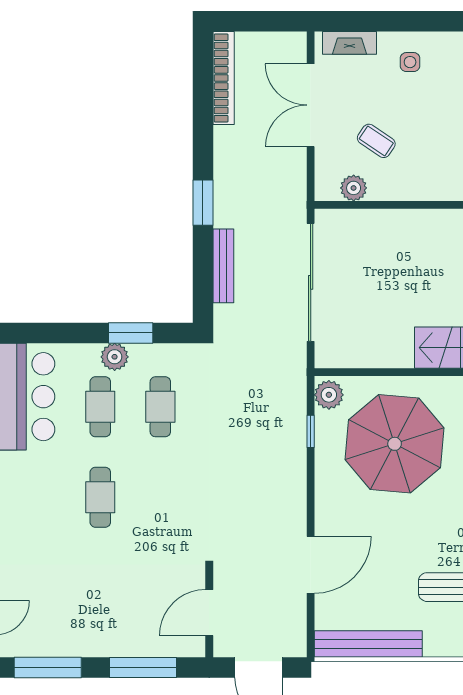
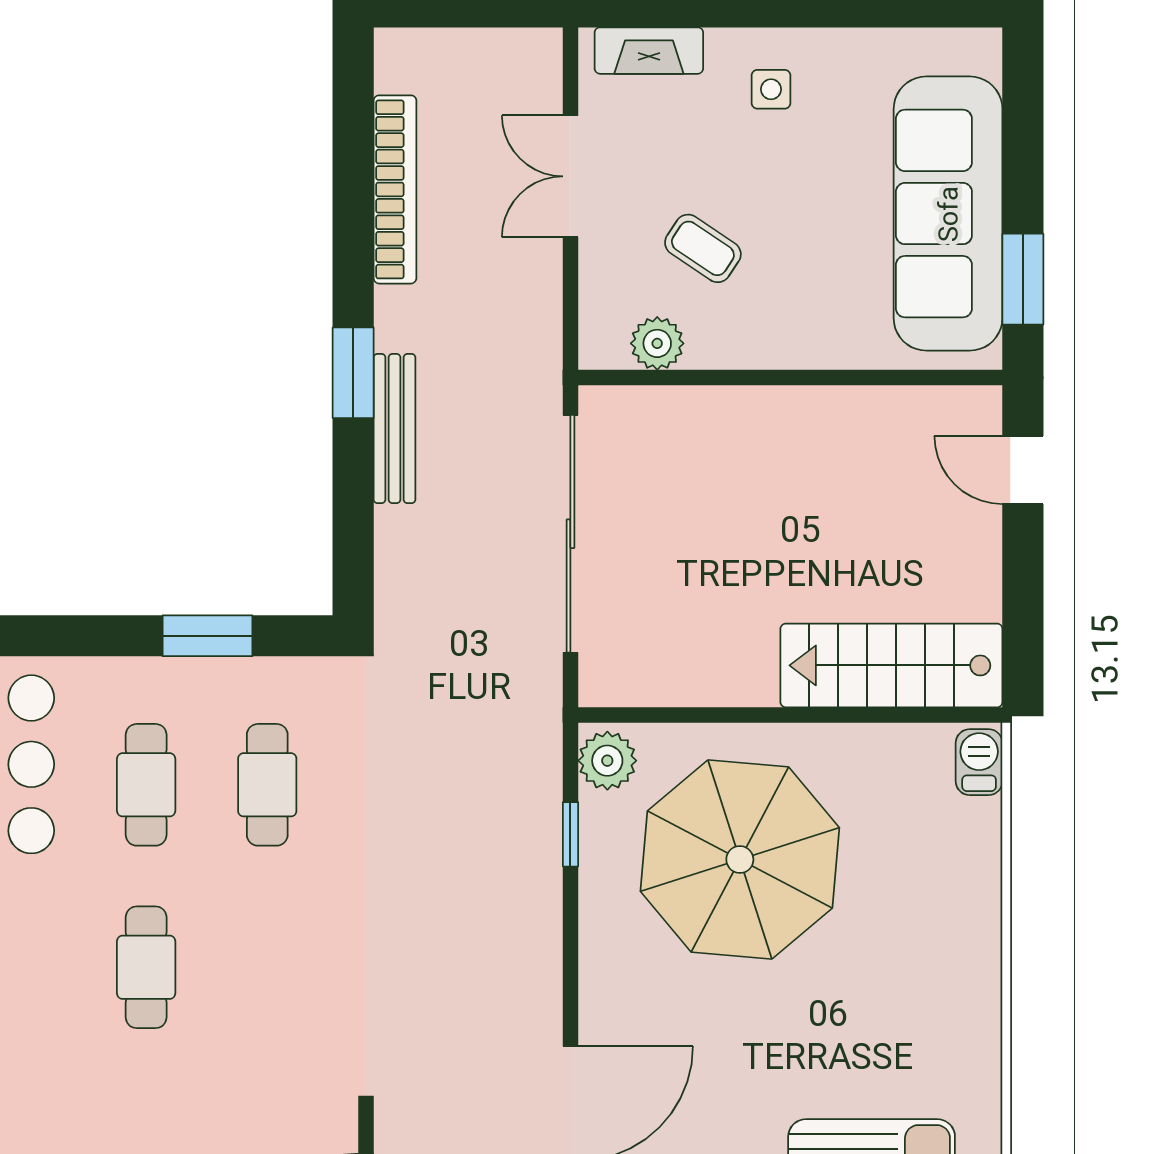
bookcase: (224, 78) -> (395, 189), moved
double door: (311, 105) -> (570, 176), width x0.73
bench: (223, 266) -> (395, 429), moved
plant: (115, 357) -> (175, 684), removed

